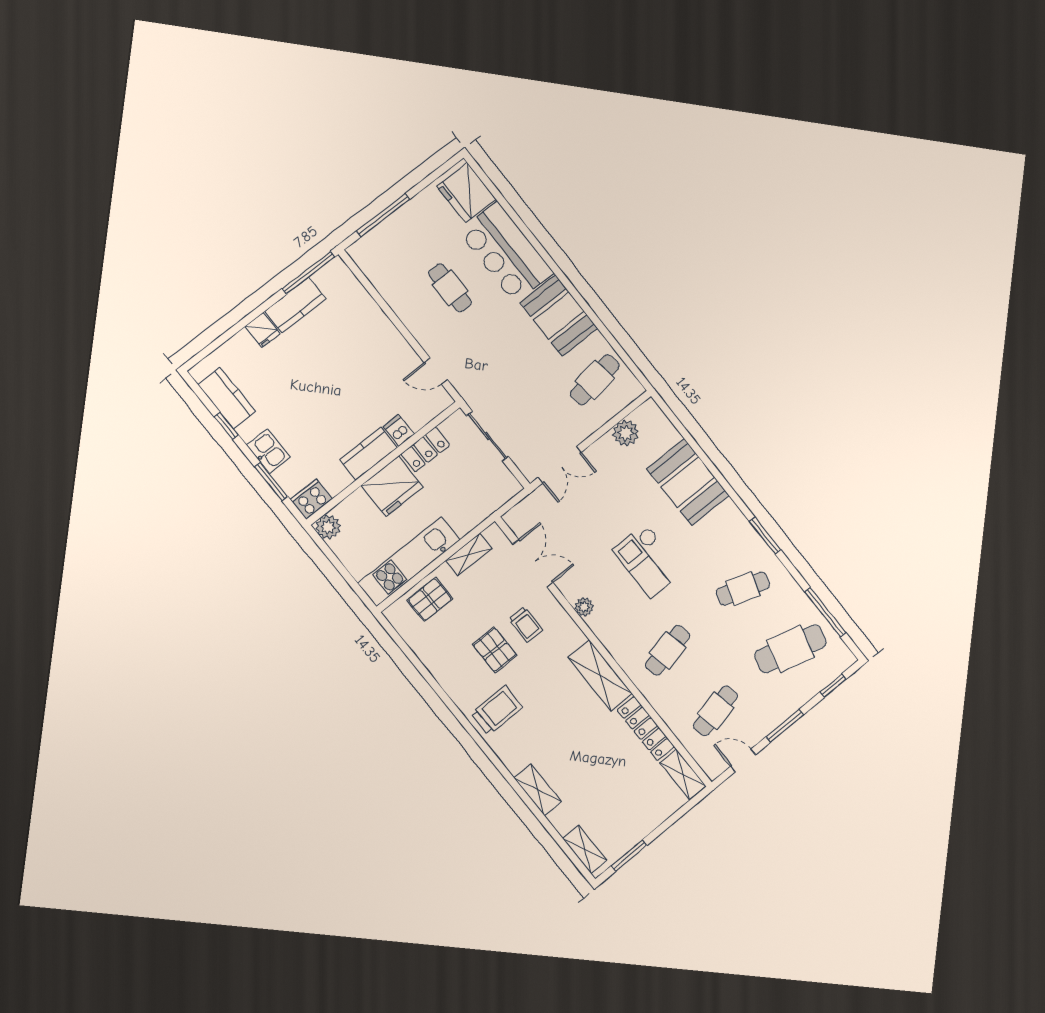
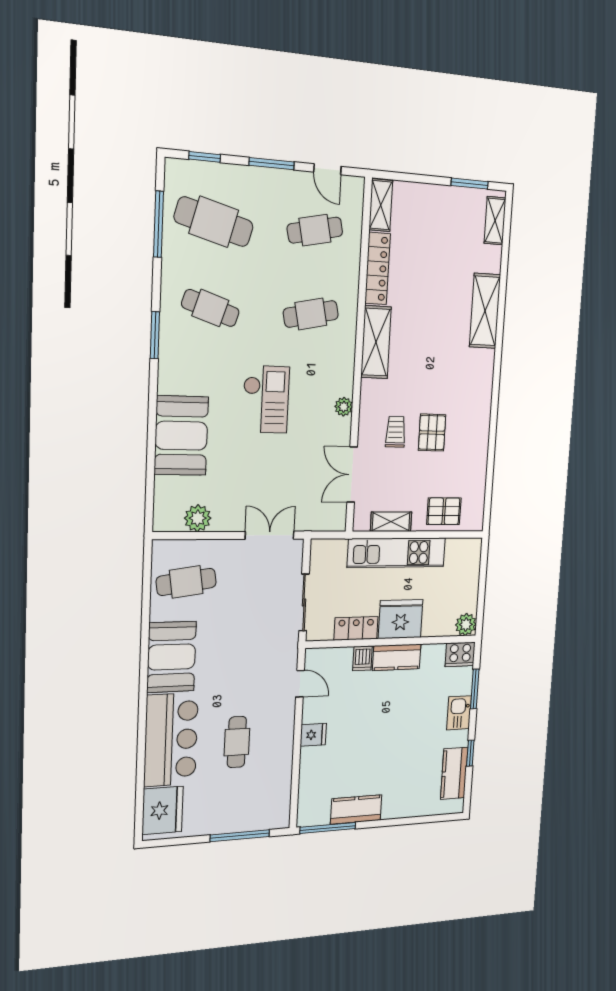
fridge: (262, 330) -> (313, 735), moved, turned 90
kitchen unit: (409, 562) -> (397, 553), moved
trolley: (497, 710) -> (467, 386), removed
shelving: (538, 790) -> (485, 311), width x1.50, depth x1.33

